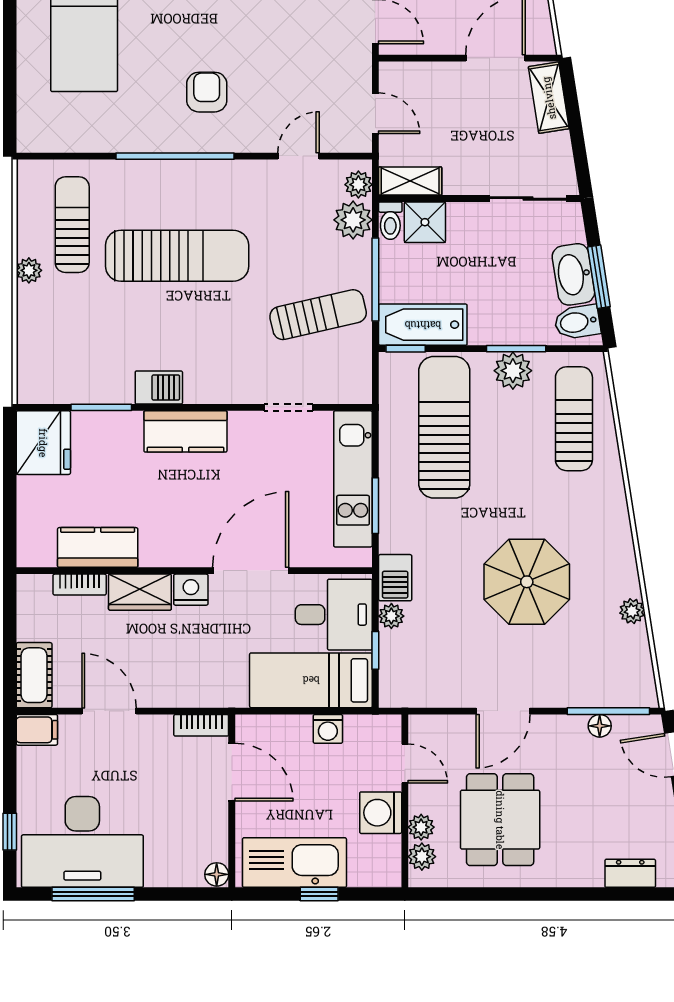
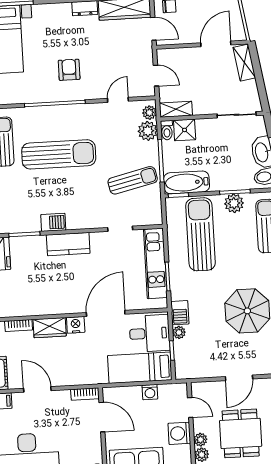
kitchen counter: (98, 547) -> (27, 306), removed

